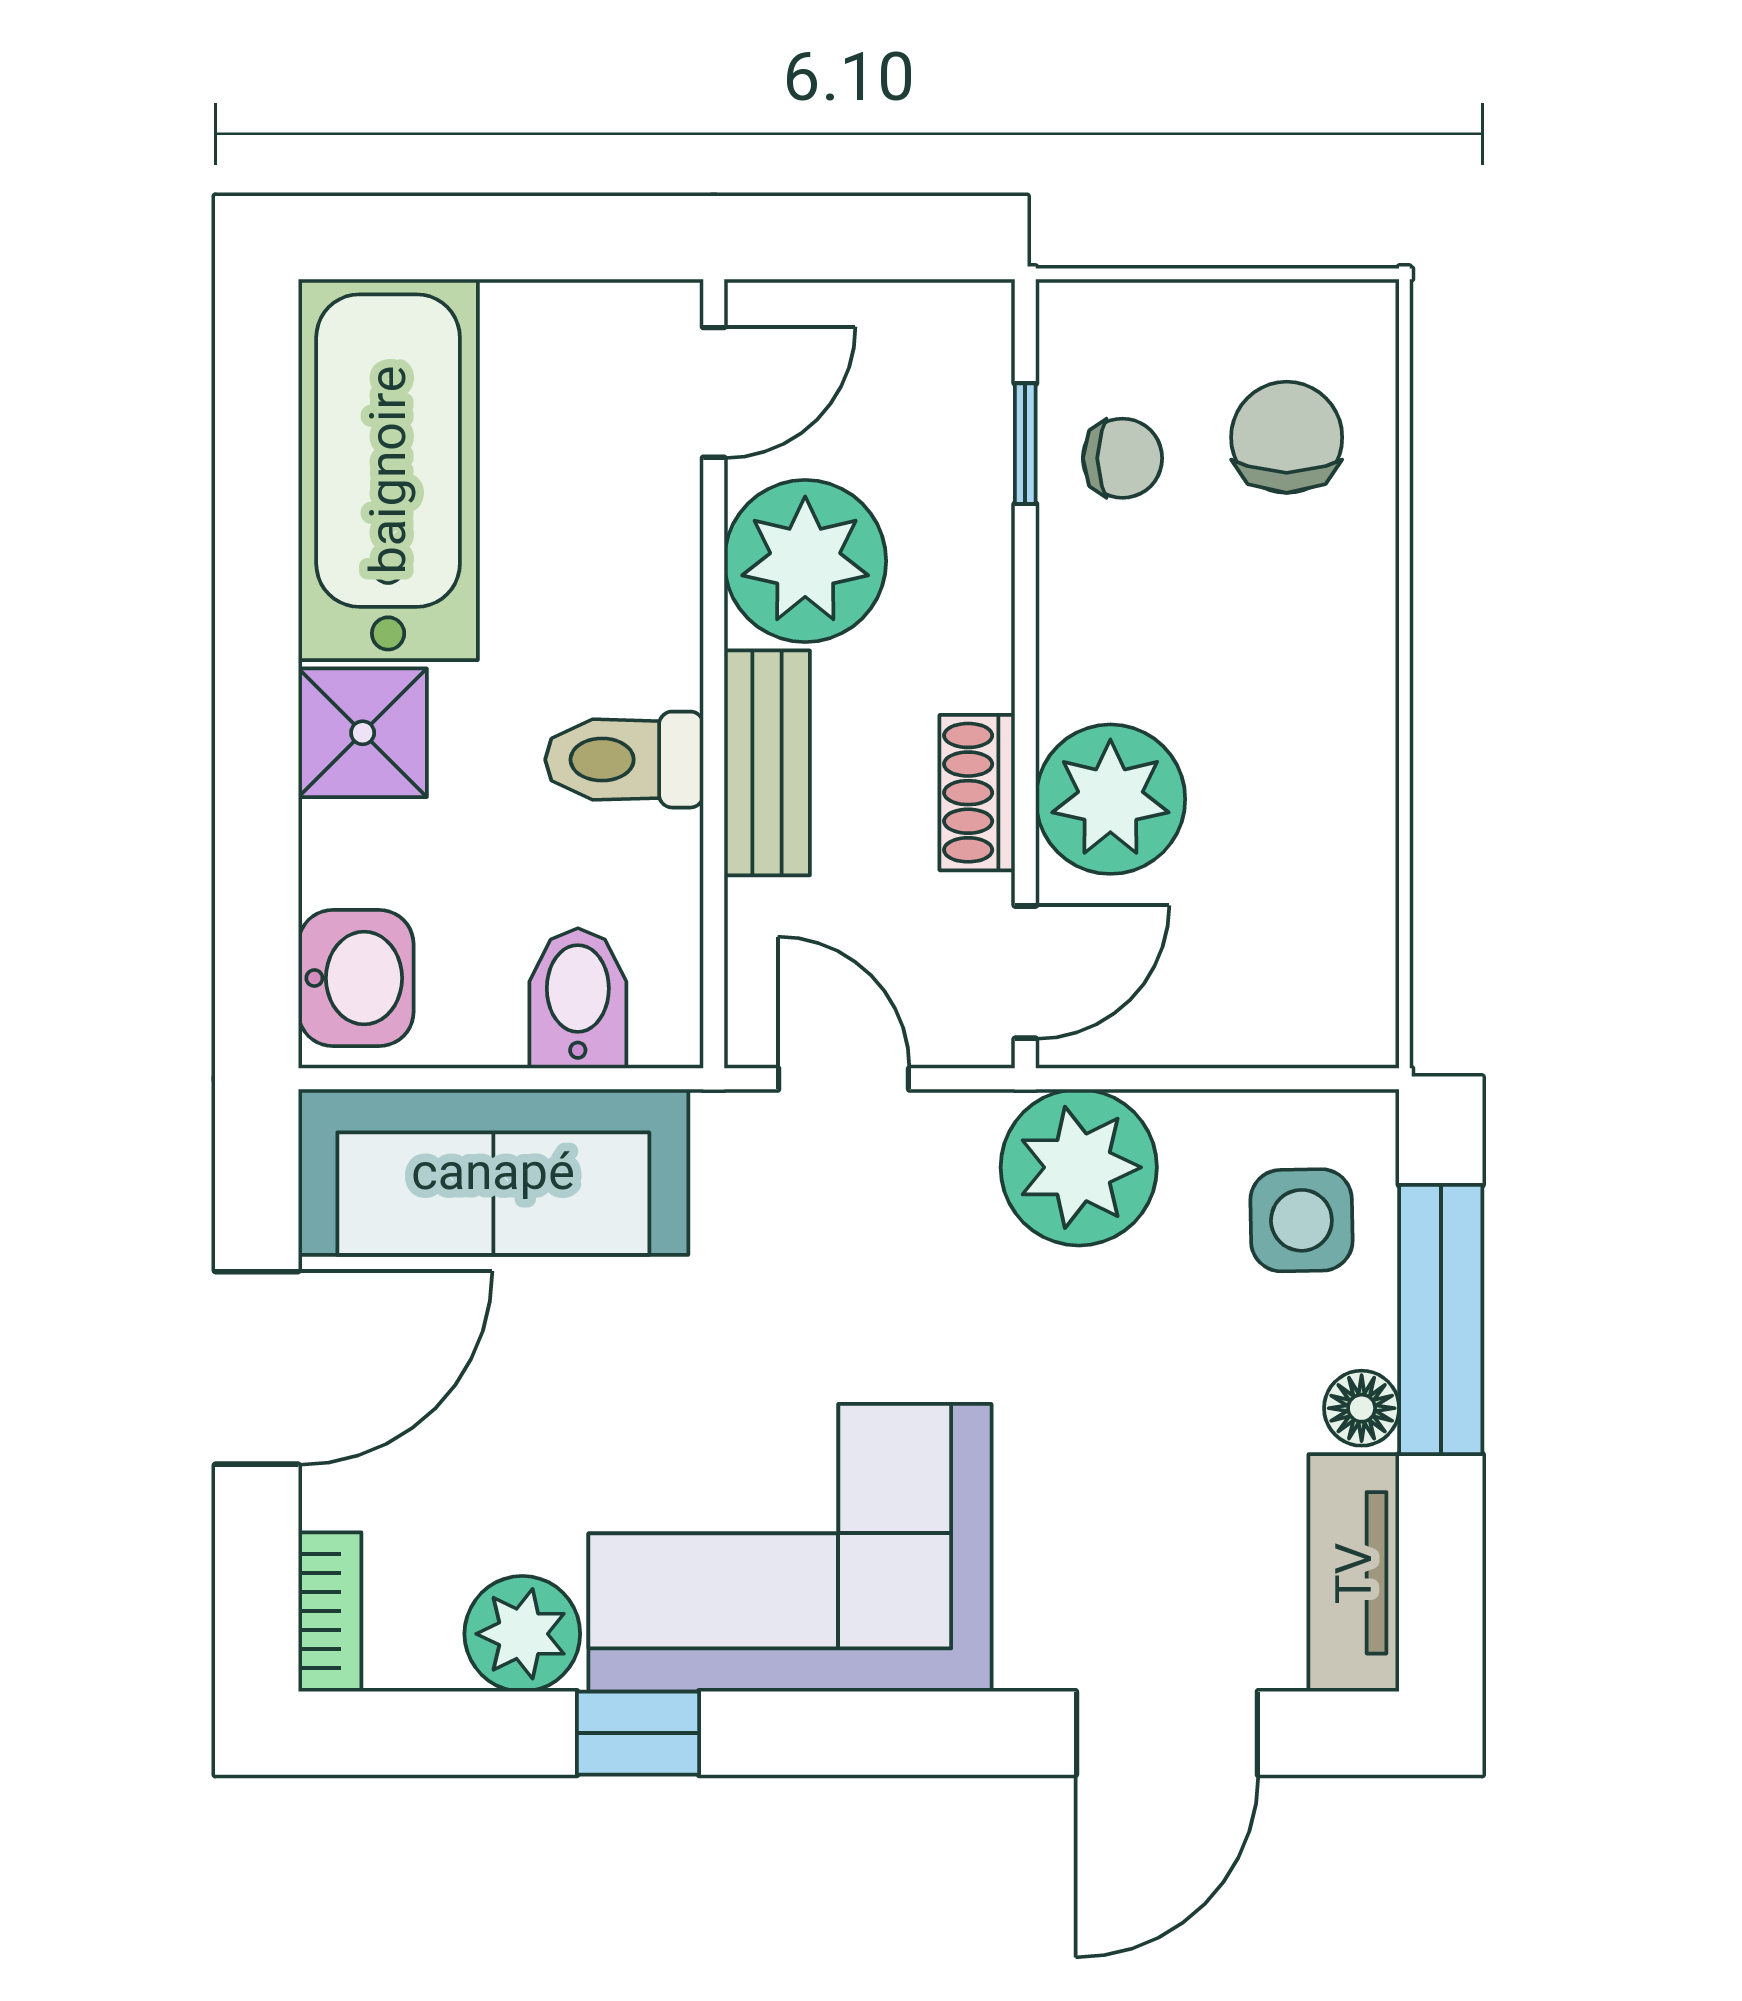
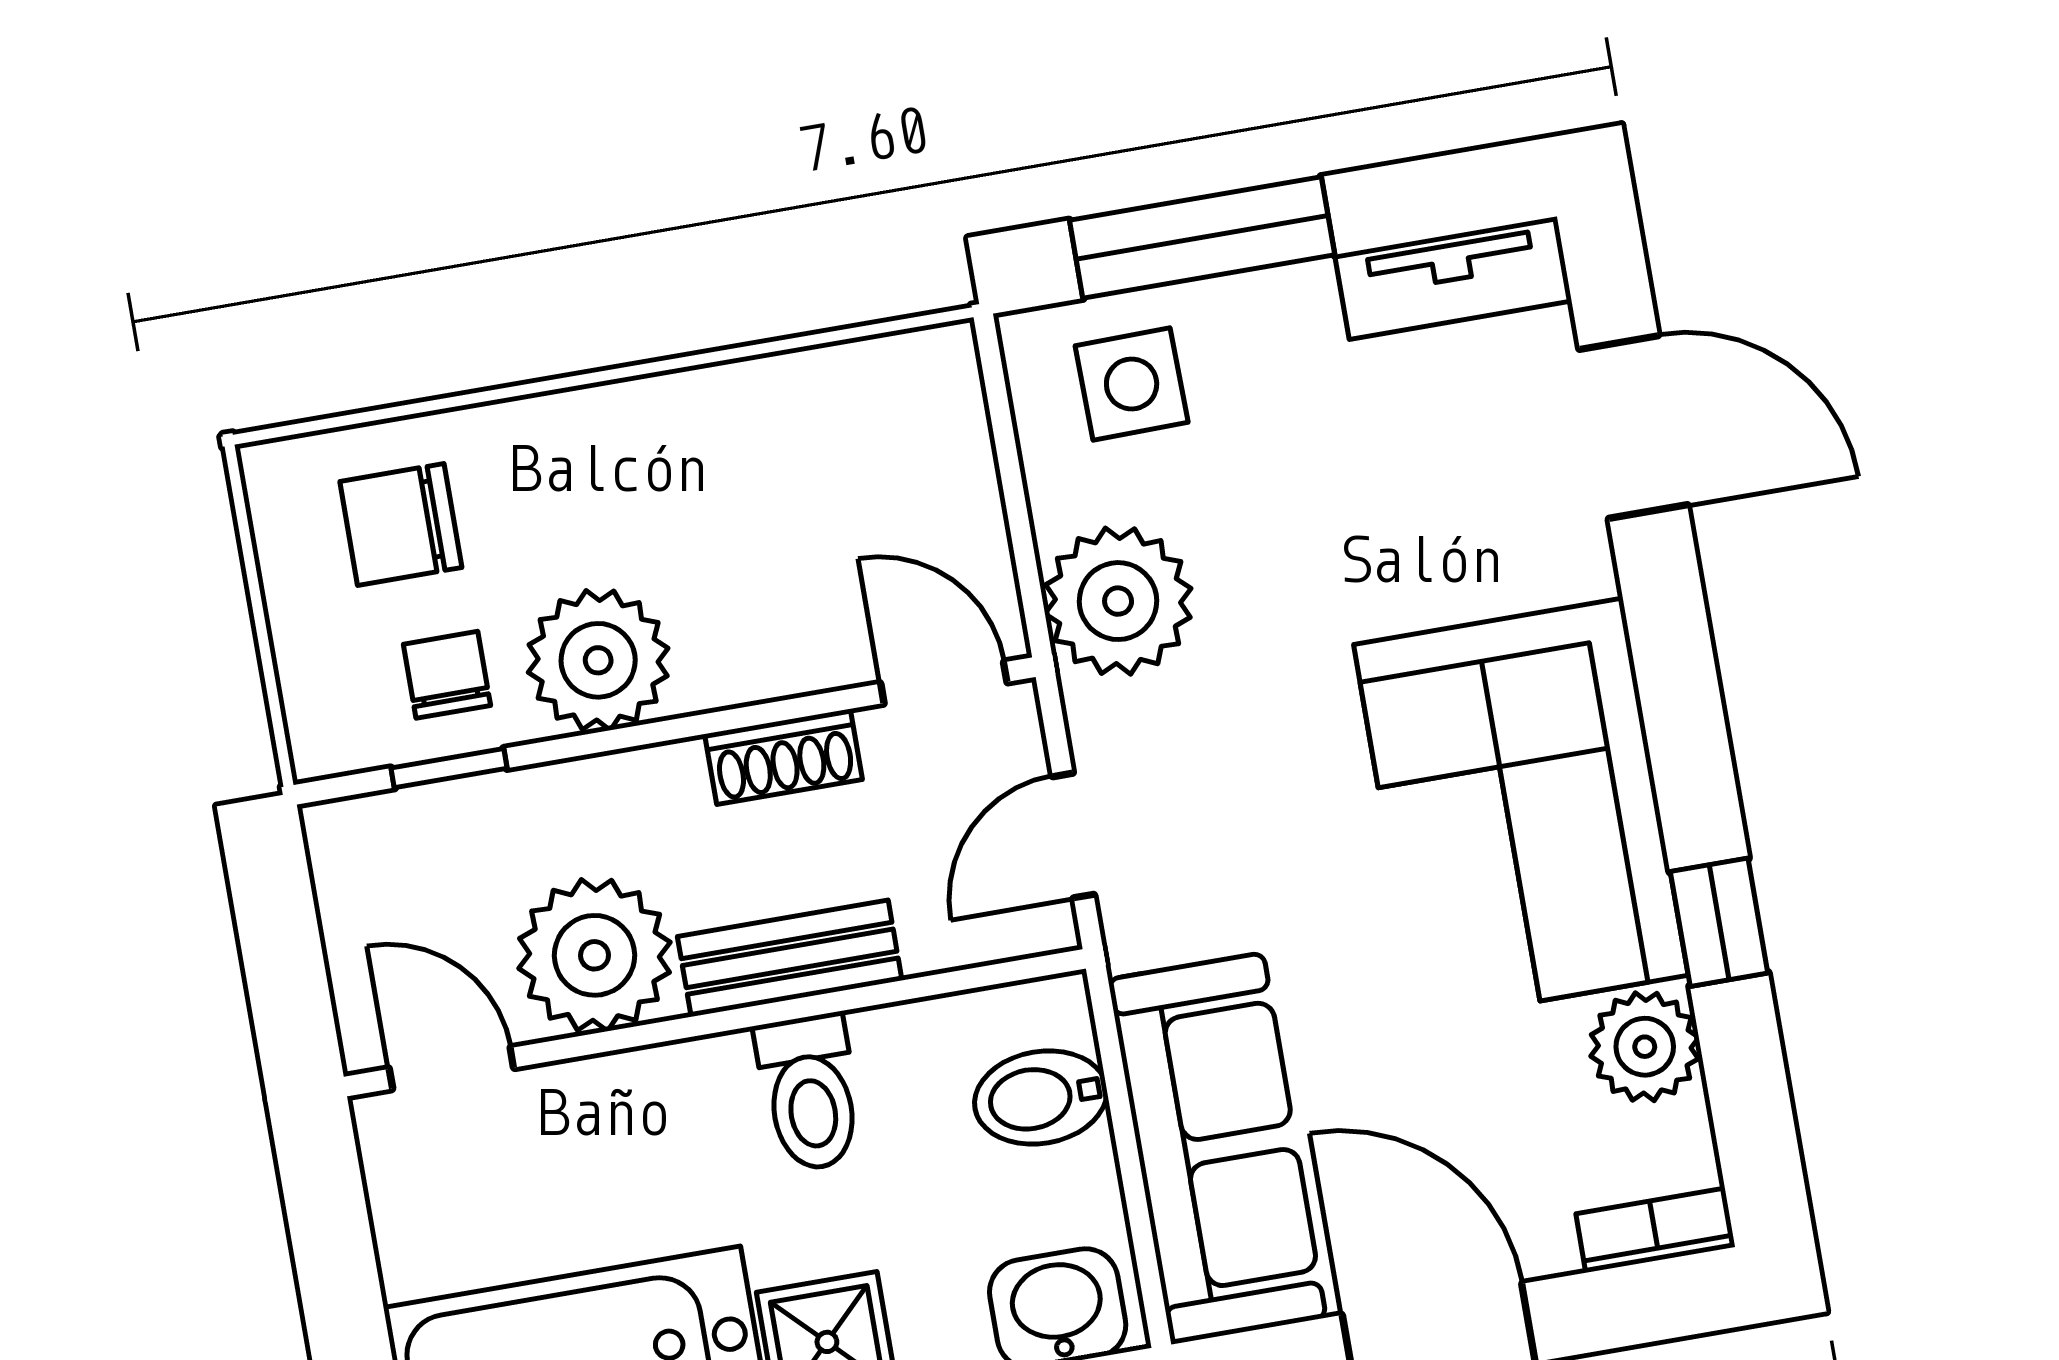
plant: (1110, 799) -> (598, 660), moved
floor lamp: (1362, 1408) -> (1298, 297), removed

